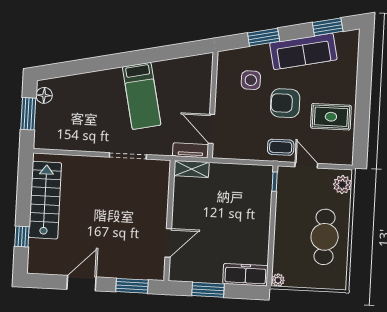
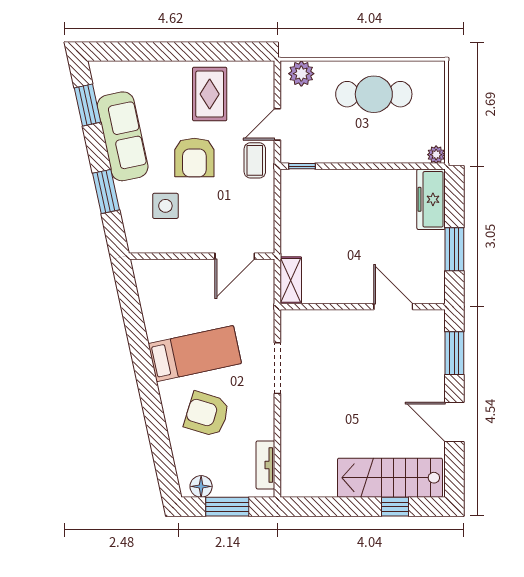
armchair: (97, 102) -> (207, 414), added
tv unit: (191, 150) -> (265, 465), moved
stairs: (45, 200) -> (390, 478), moved

